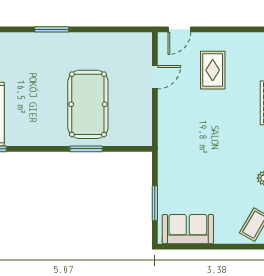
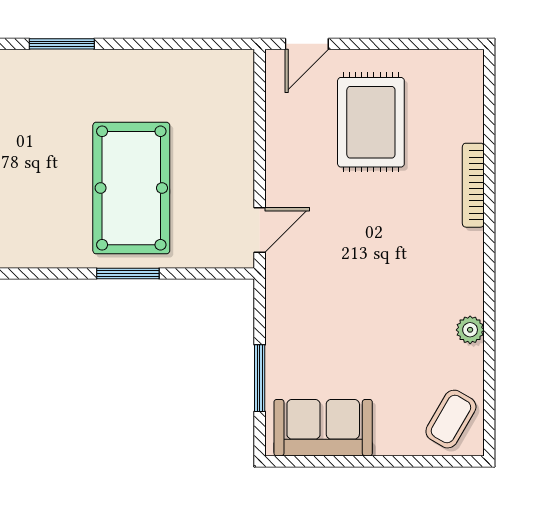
rug: (213, 70) -> (371, 122), width x1.36, depth x1.43
door: (155, 77) -> (260, 230), moved

